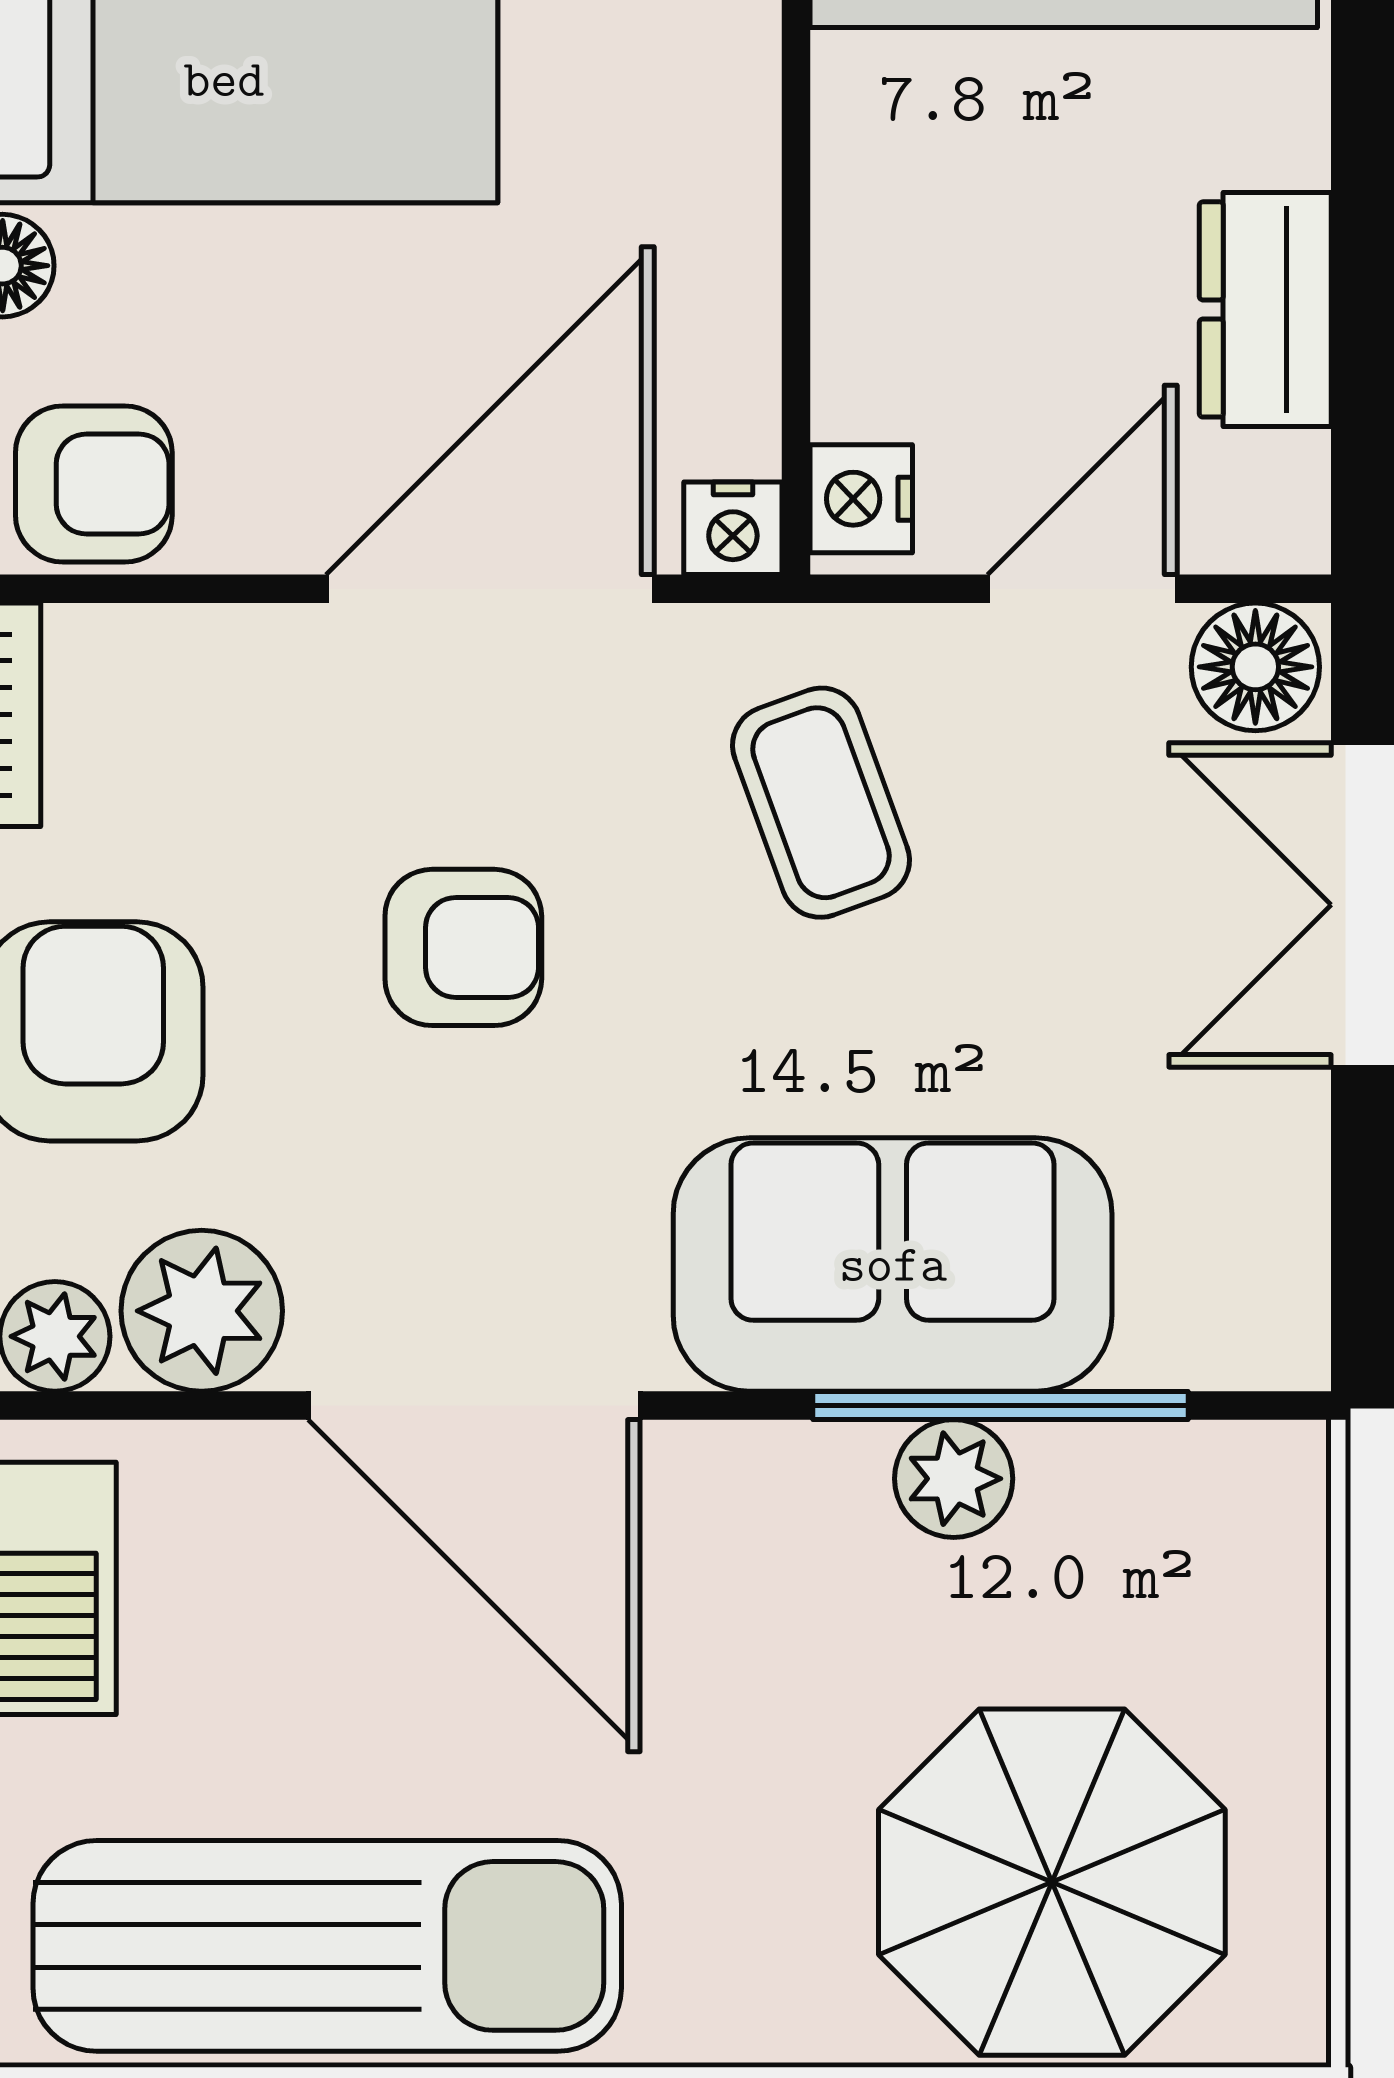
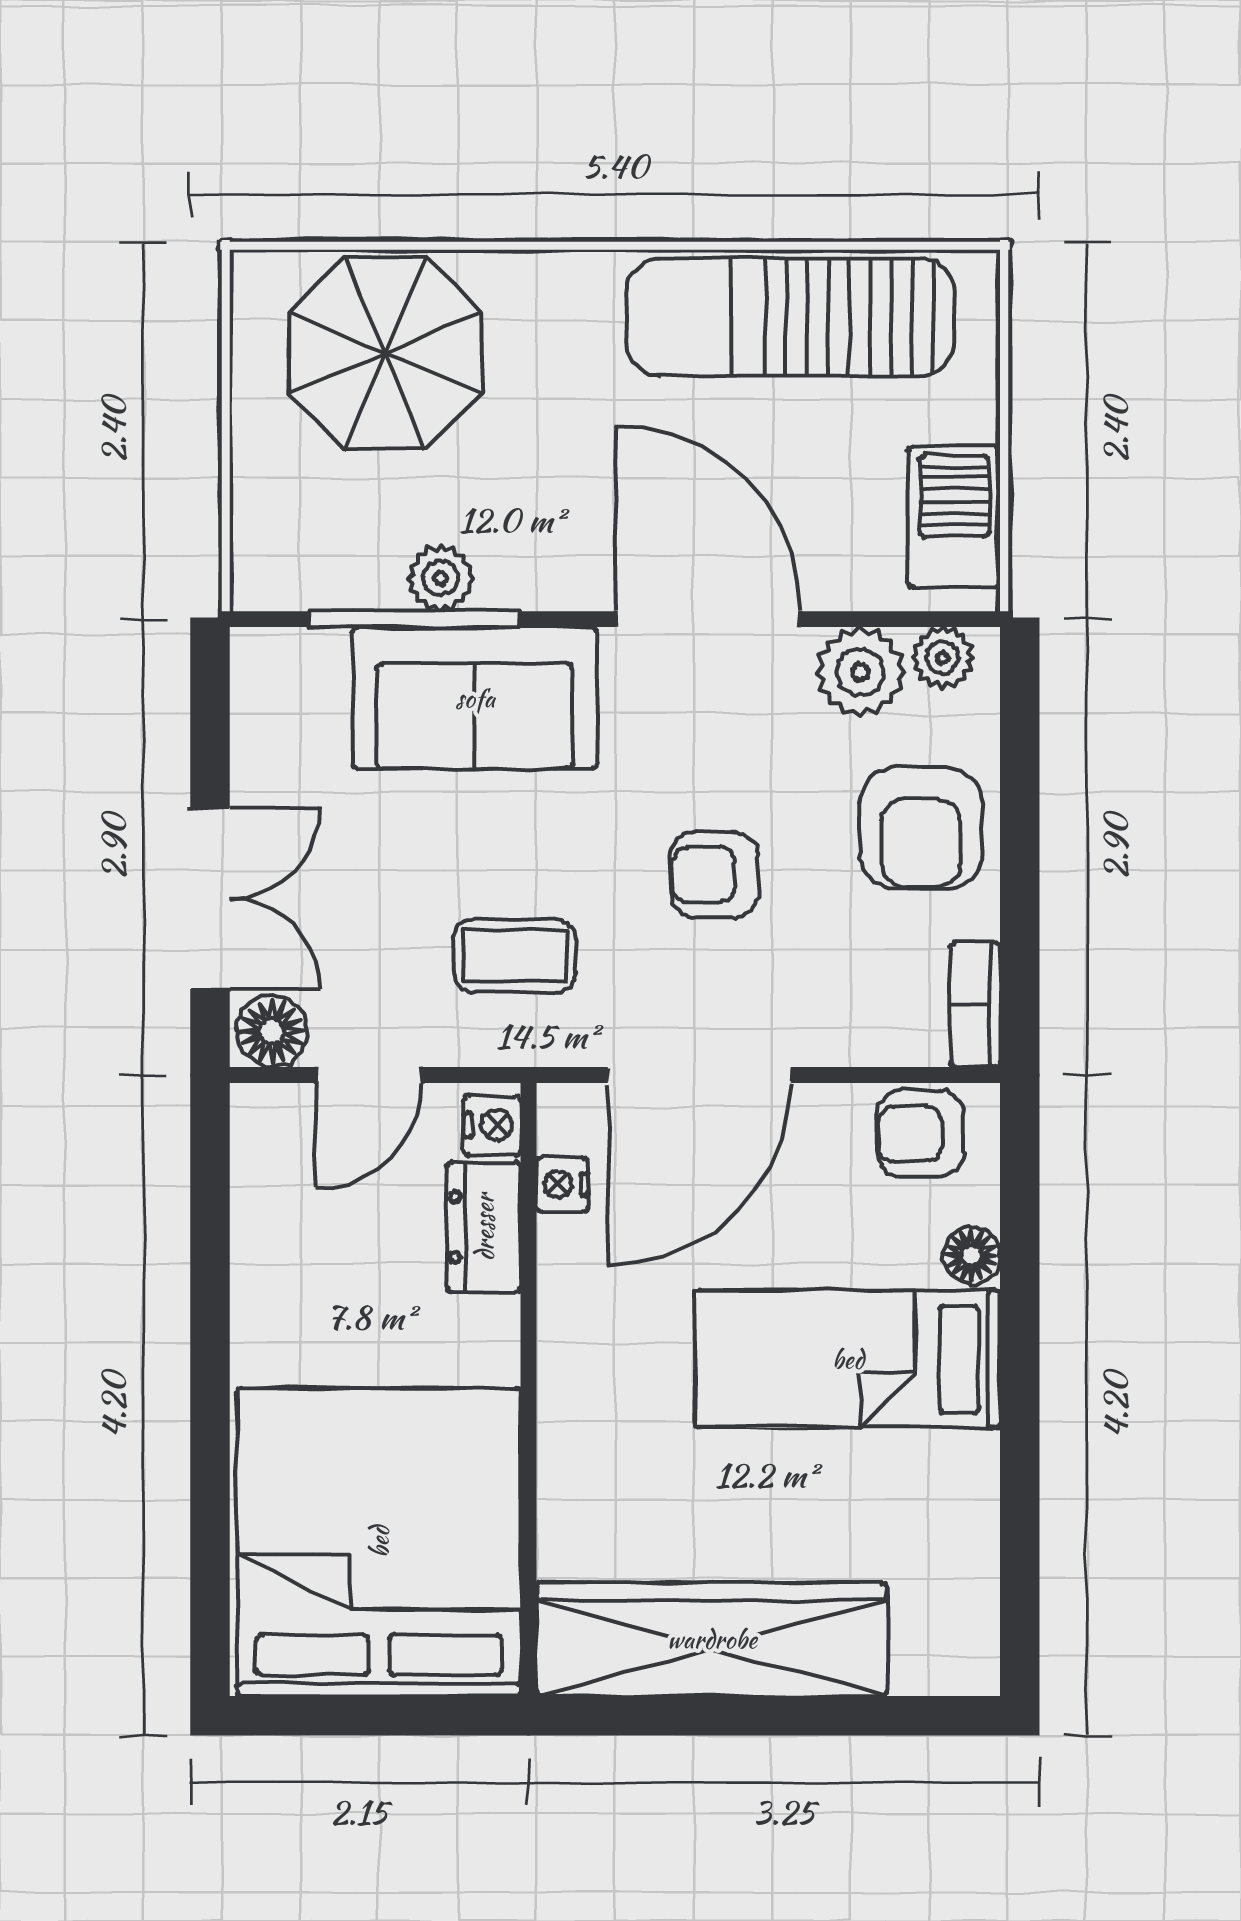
dresser: (1265, 309) -> (484, 1227), moved, turned 180
nightstand: (733, 528) -> (562, 1184), moved, turned -90
coffee table: (821, 803) -> (515, 956), turned -70

